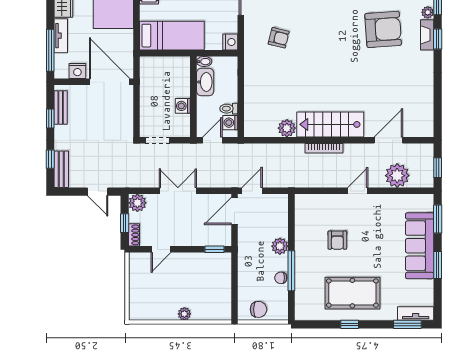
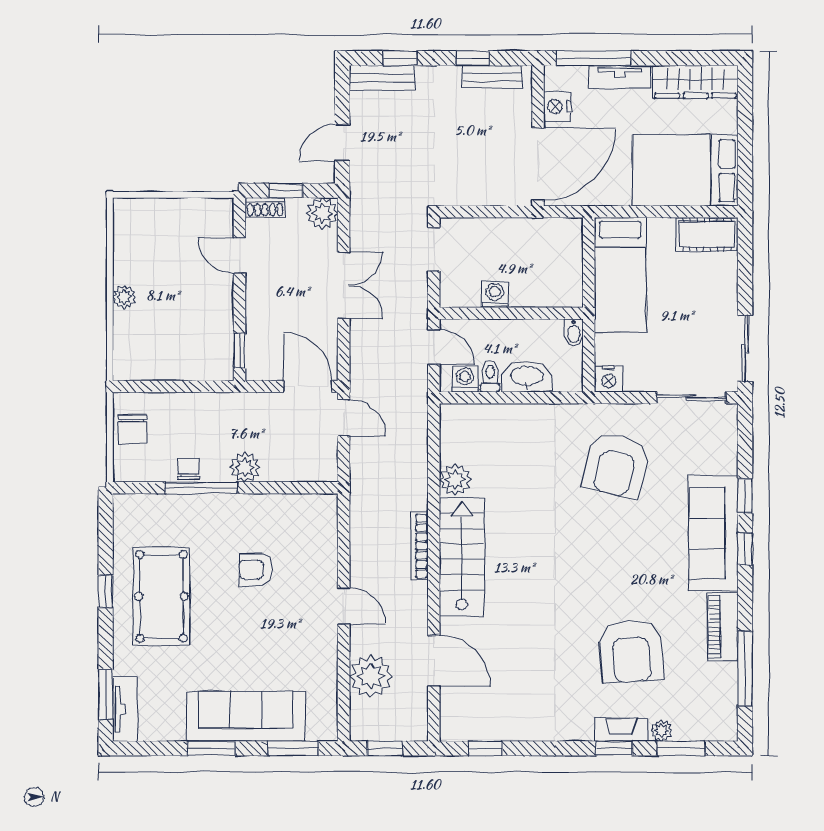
armchair: (279, 38) -> (616, 465), width x1.88, depth x1.88
washbasin: (205, 82) -> (527, 377), moved, turned 180
window: (438, 111) -> (486, 748), added

